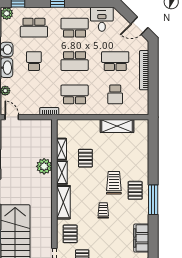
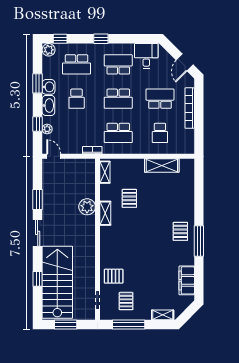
door: (139, 26) -> (185, 62), hinge flipped
school desk: (34, 61) -> (77, 99), turned 180
school desk: (75, 94) -> (118, 133), turned 180
shelving: (61, 149) -> (105, 172), moved
trolley: (114, 183) -> (159, 224), removed
shelving: (63, 202) -> (107, 244), removed
trolley: (103, 210) -> (148, 252), removed
pallet: (70, 234) -> (114, 276), turned 90

